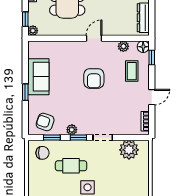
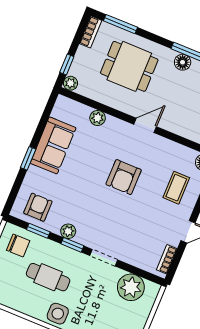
plant: (123, 46) -> (98, 118), moved
armchair: (45, 122) -> (38, 207), turned 71

